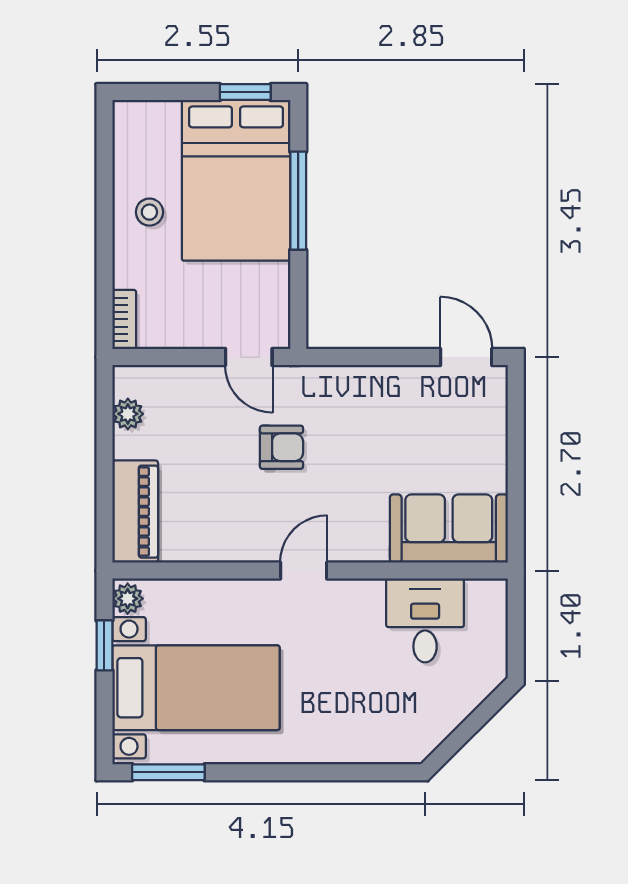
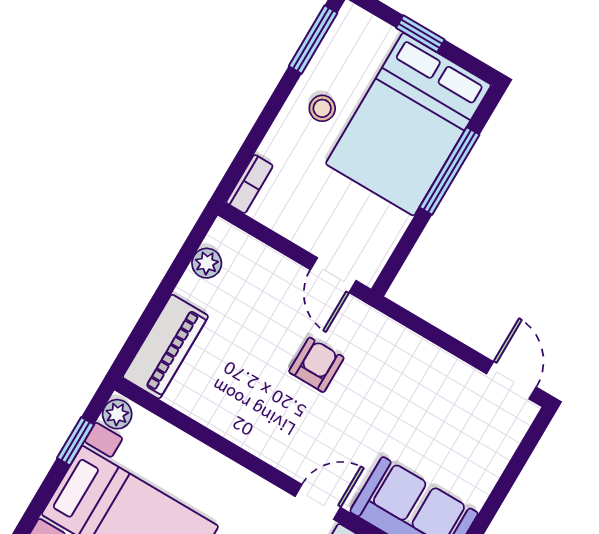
window: (245, 92) -> (420, 34), moved
window: (104, 155) -> (313, 40), added
armchair: (281, 447) -> (316, 365), turned -90
door: (304, 571) -> (318, 502), moved

